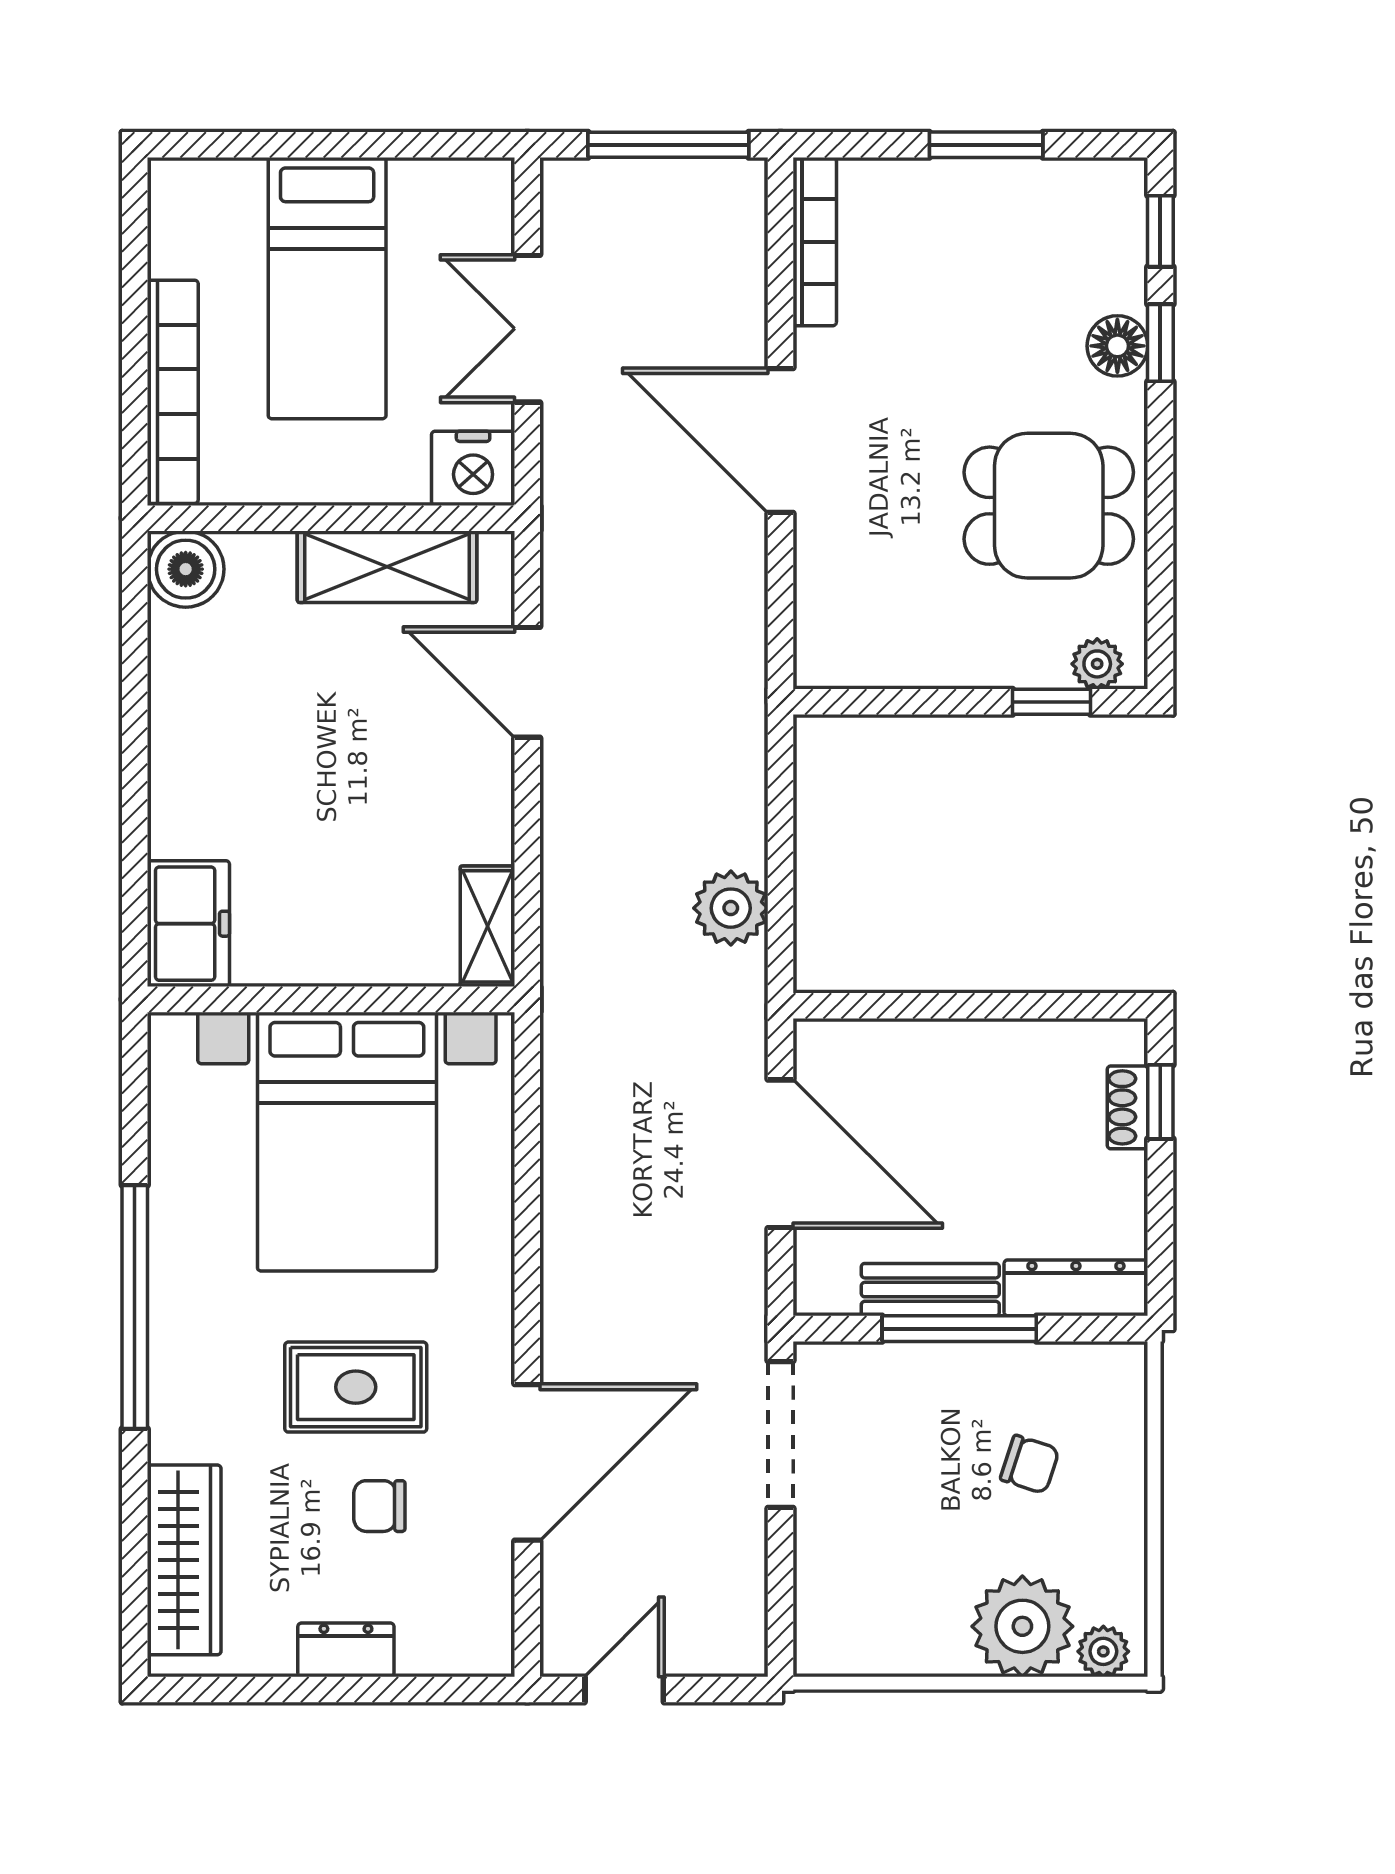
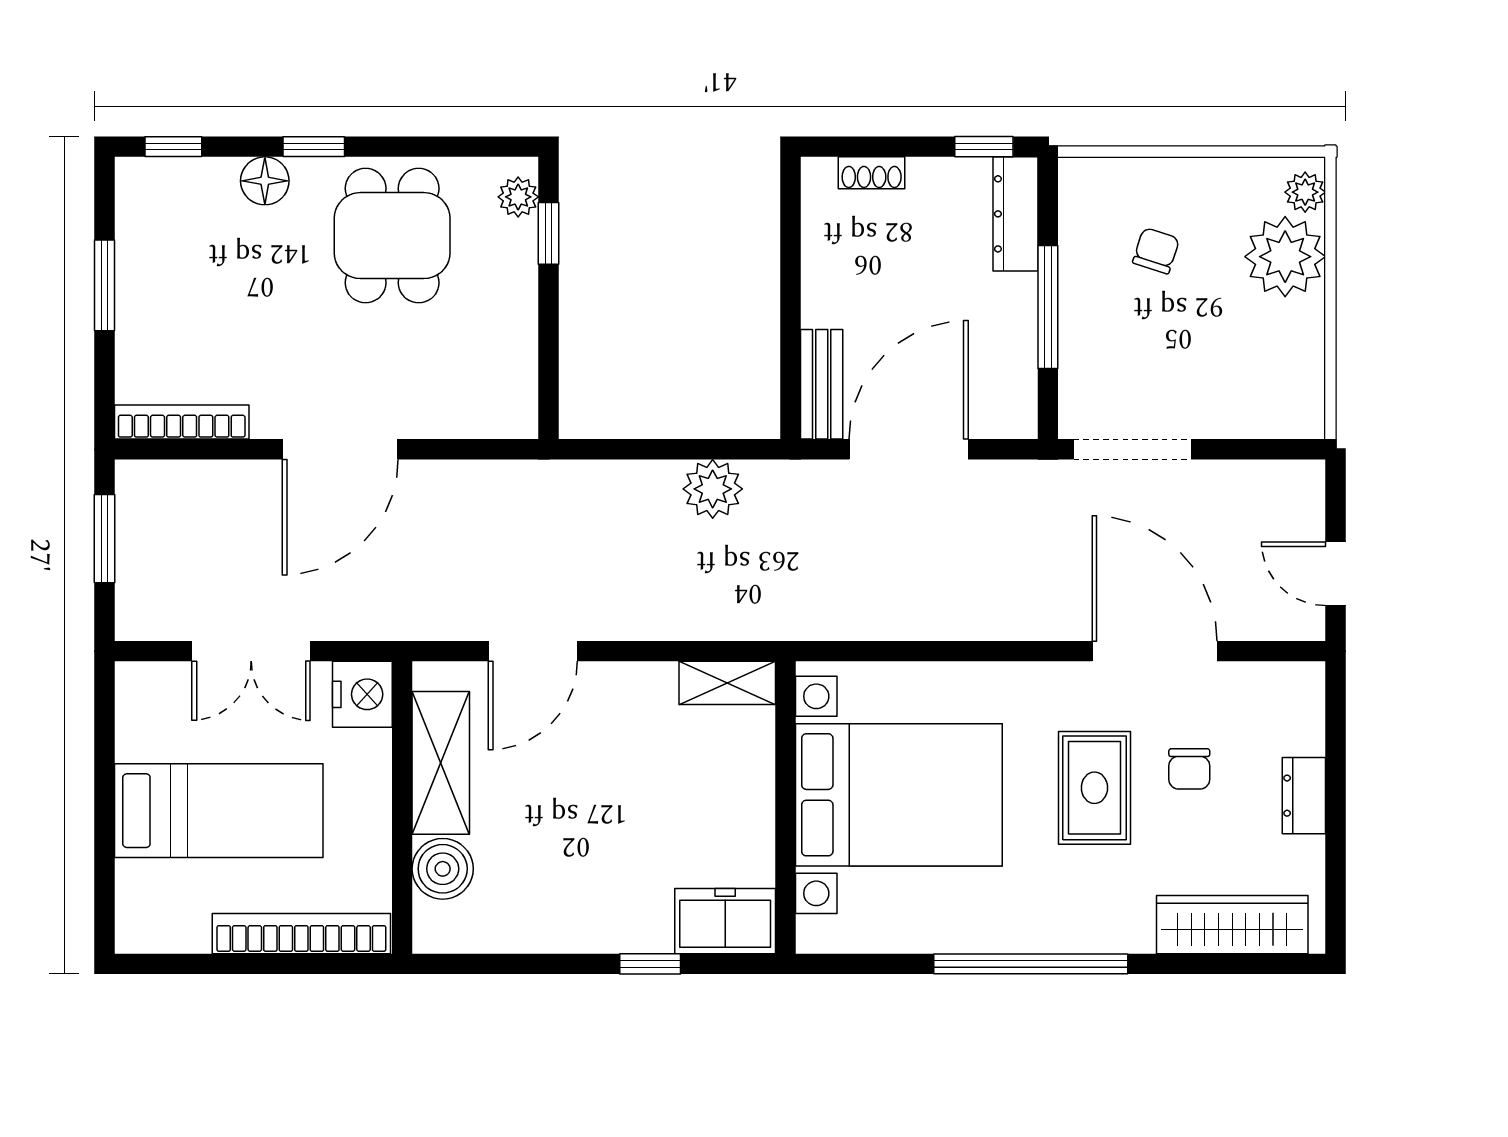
window: (668, 145) -> (104, 539), width x0.69
window: (1160, 343) -> (314, 147), moved
boiler: (186, 569) -> (443, 869), moved
window: (135, 829) -> (650, 964), added
window: (1160, 1102) -> (984, 147), moved
bench: (930, 1290) -> (822, 384), moved

